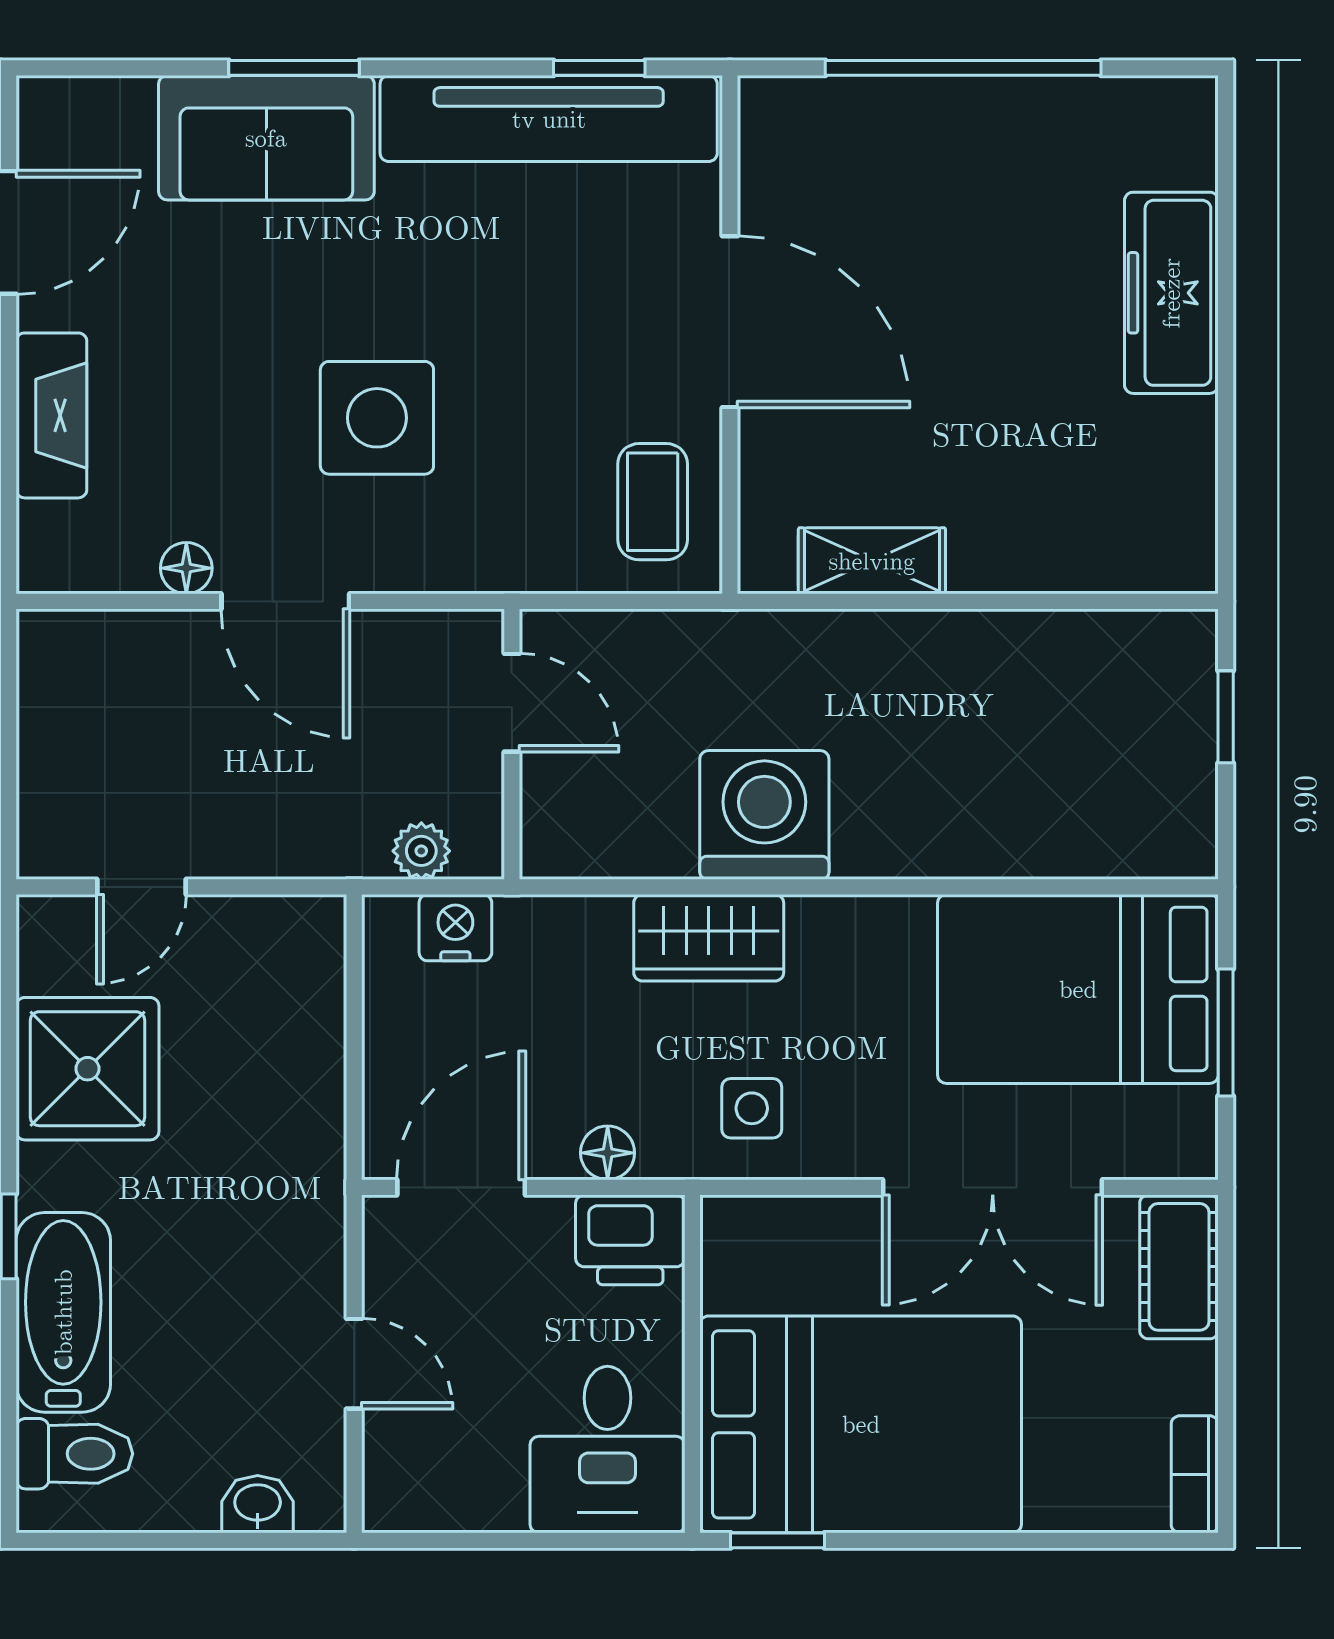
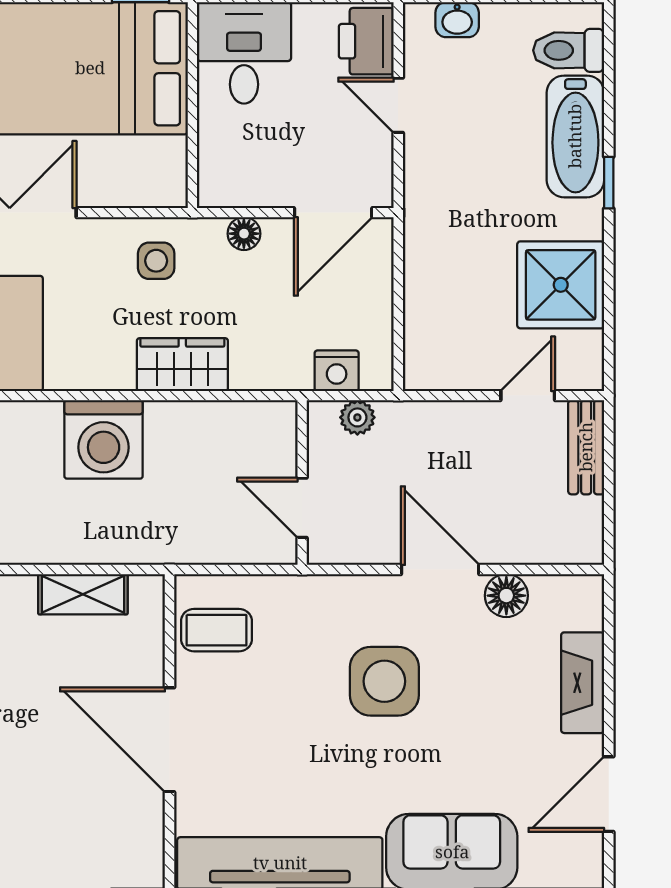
coffee table: (653, 502) -> (216, 630), turned 90
floor lamp: (186, 568) -> (506, 596), width x1.37, depth x1.37
bench: (46, 802) -> (586, 447), added
washing machine: (764, 815) -> (104, 439), moved
printer: (630, 1240) -> (366, 41), moved, turned -90

